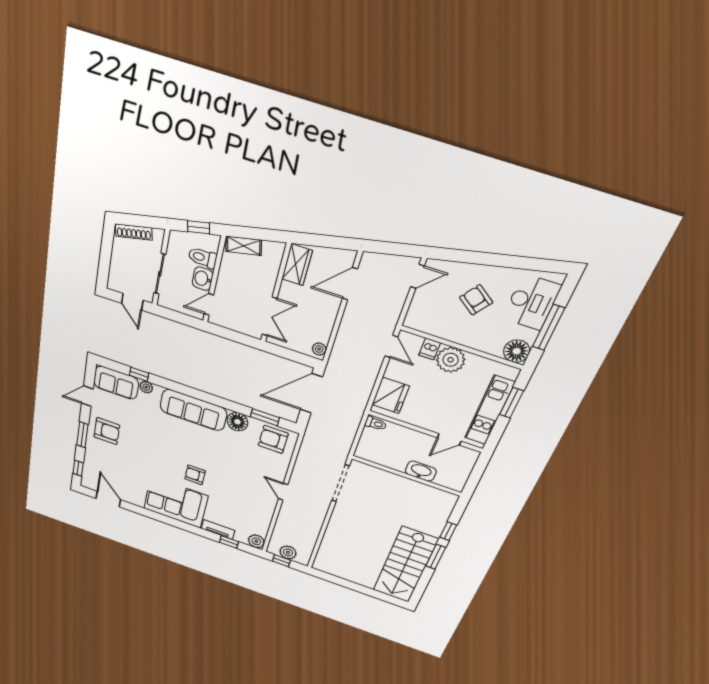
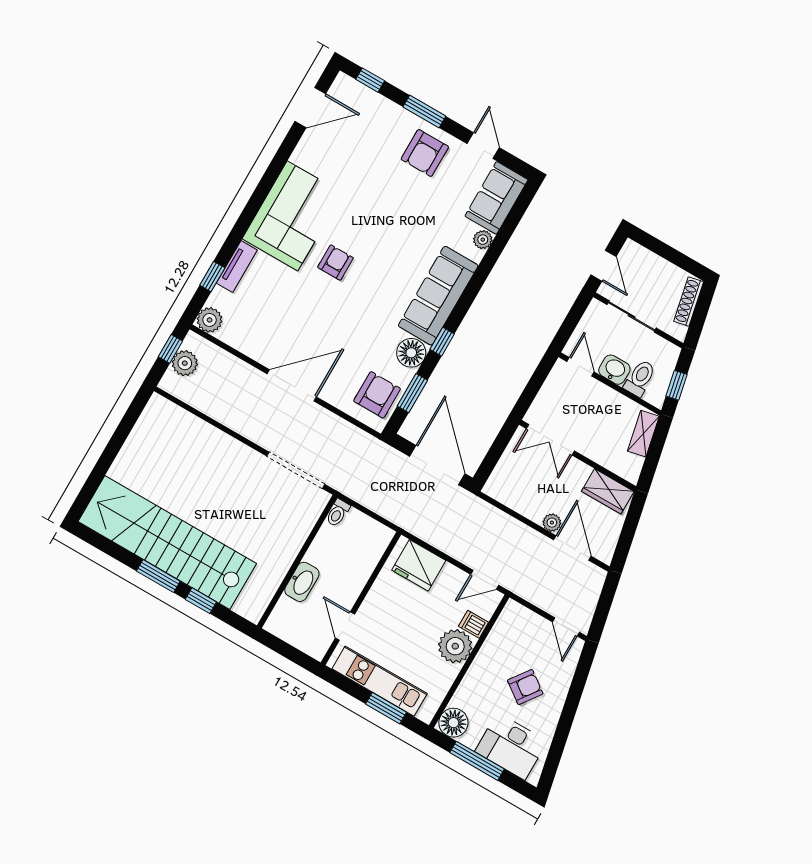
door: (132, 302) -> (603, 266), swing flipped
plant: (319, 349) -> (552, 523), moved
window: (139, 374) -> (442, 342), moved
toilet: (376, 424) -> (338, 513), moved
door: (283, 492) -> (292, 385), width x1.87
stairs: (405, 565) -> (167, 543), width x1.36

